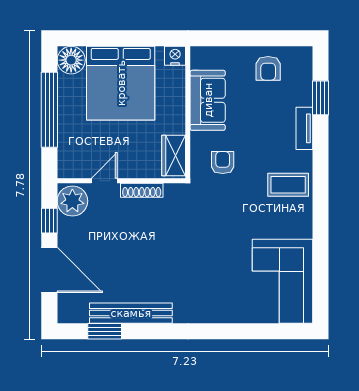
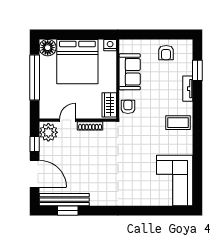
armchair: (223, 163) -> (128, 107), moved
bench: (131, 313) -> (64, 200), moved

